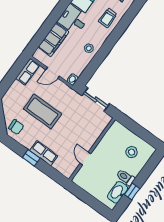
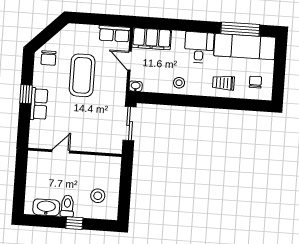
filing cabinet: (53, 39) -> (152, 39), moved
window: (132, 191) -> (74, 223), moved

